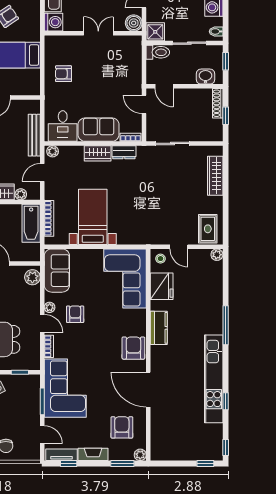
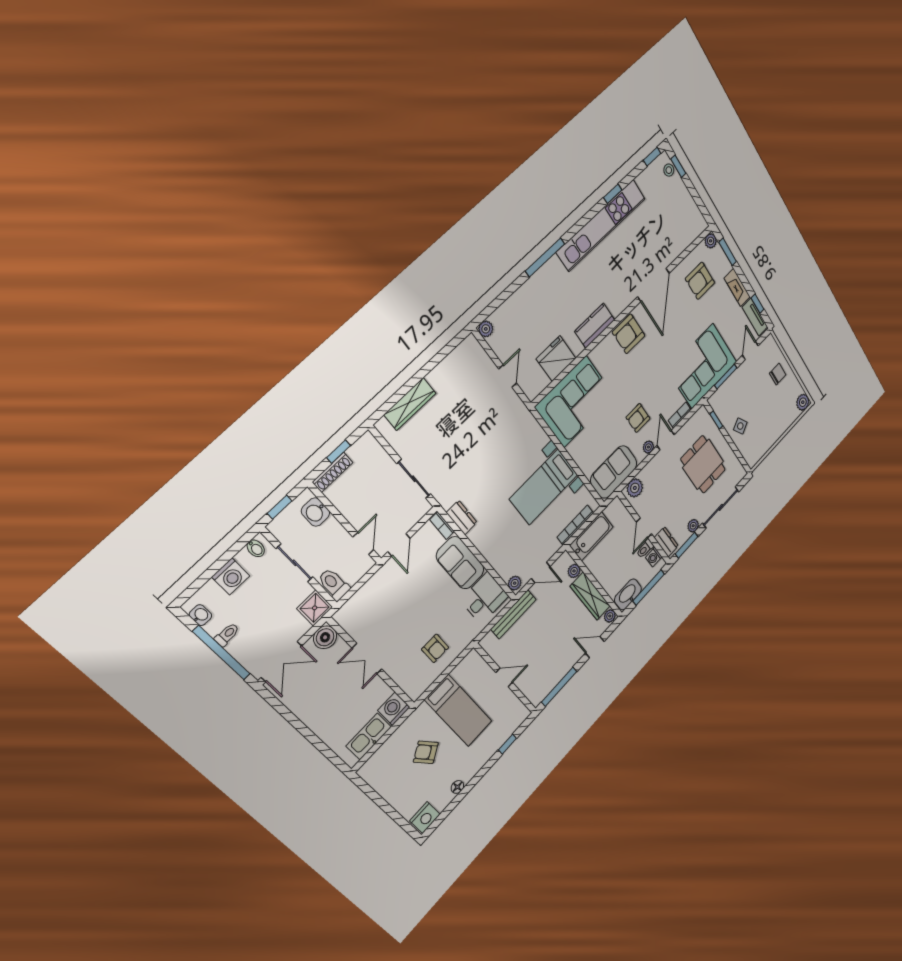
wardrobe: (98, 153) -> (483, 541), removed
rug: (208, 229) -> (468, 362), removed
stool: (160, 259) -> (669, 170), moved

